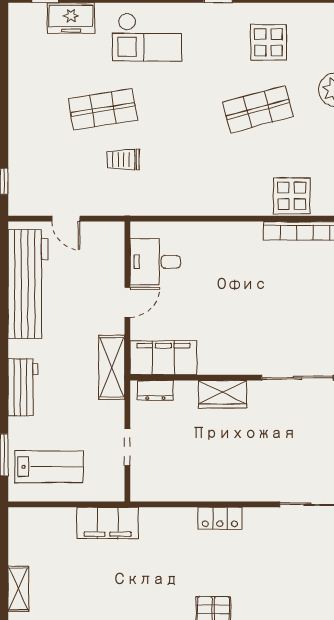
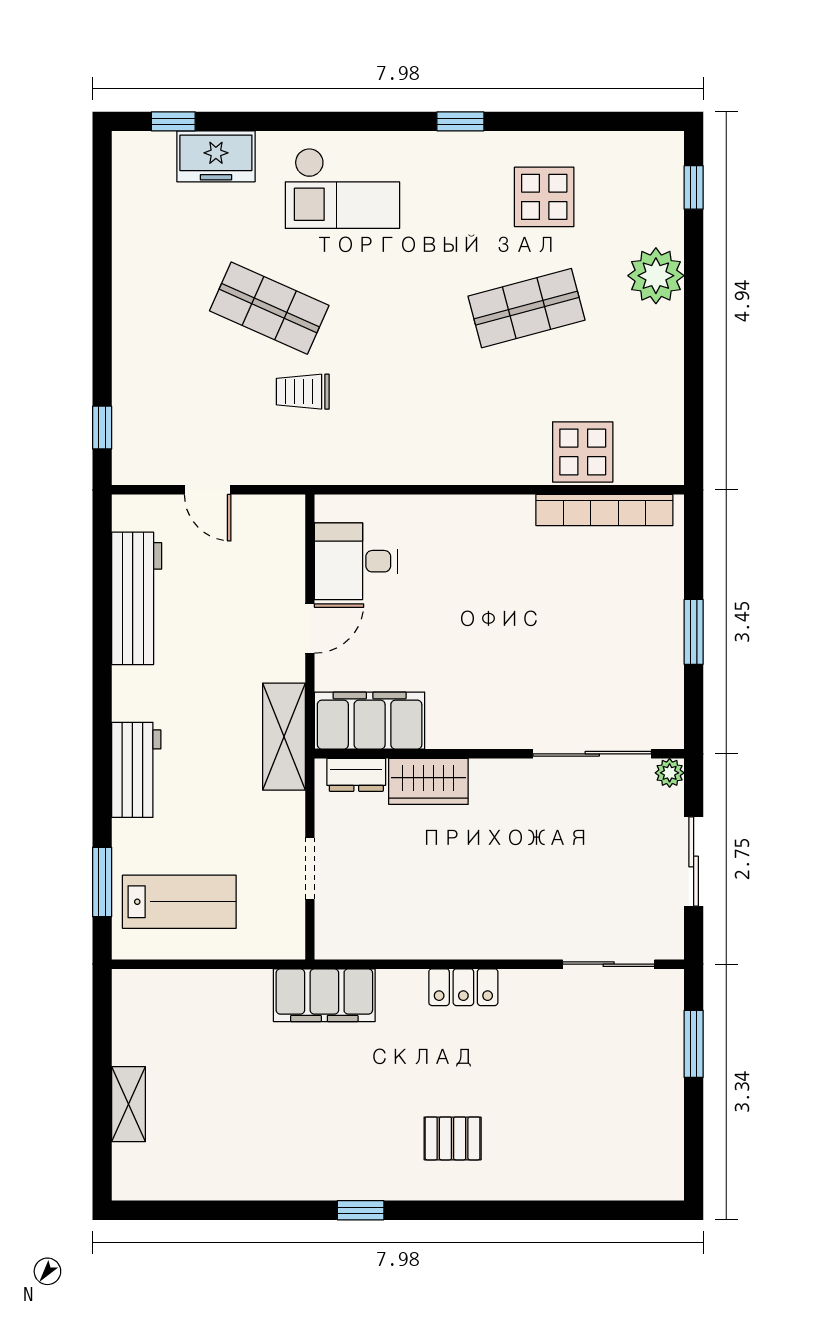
shop shelf: (103, 109) -> (269, 308), turned 33
workbench: (28, 284) -> (137, 598), width x0.73, depth x0.76
wardrobe: (223, 394) -> (428, 781), moved
filing cabinet: (108, 523) -> (324, 995), moved

